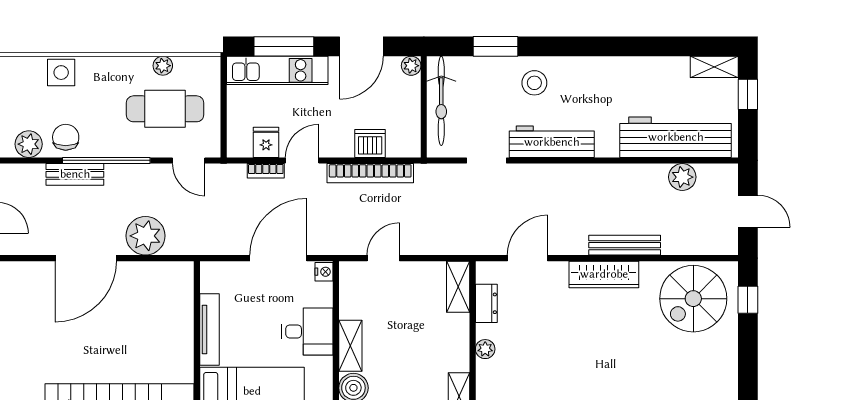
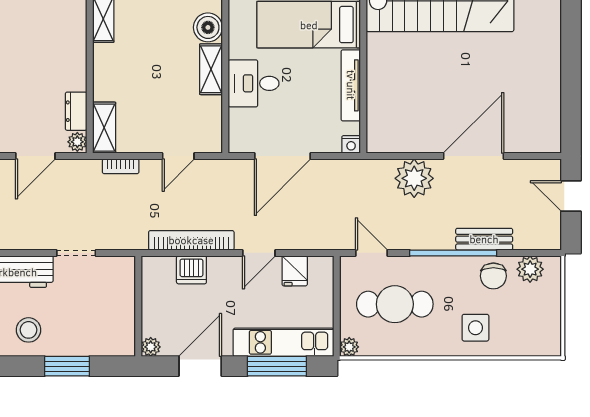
plant: (163, 66) -> (349, 347), moved
side table: (61, 73) -> (475, 328), moved
bicycle: (441, 101) -> (121, 312), removed
bookcase: (266, 171) -> (121, 166), moved, turned 180
nightstand: (324, 272) -> (351, 144), moved, turned -90
plant: (485, 349) -> (77, 142), moved

